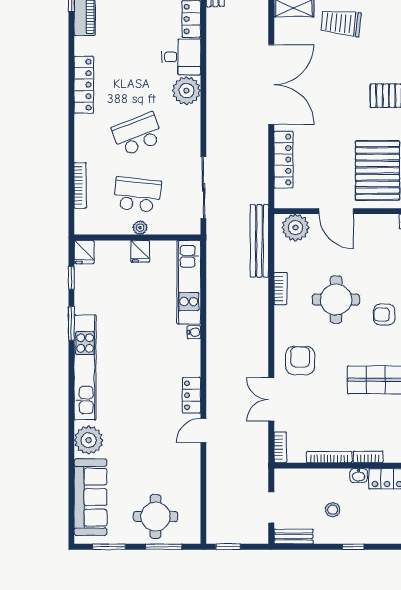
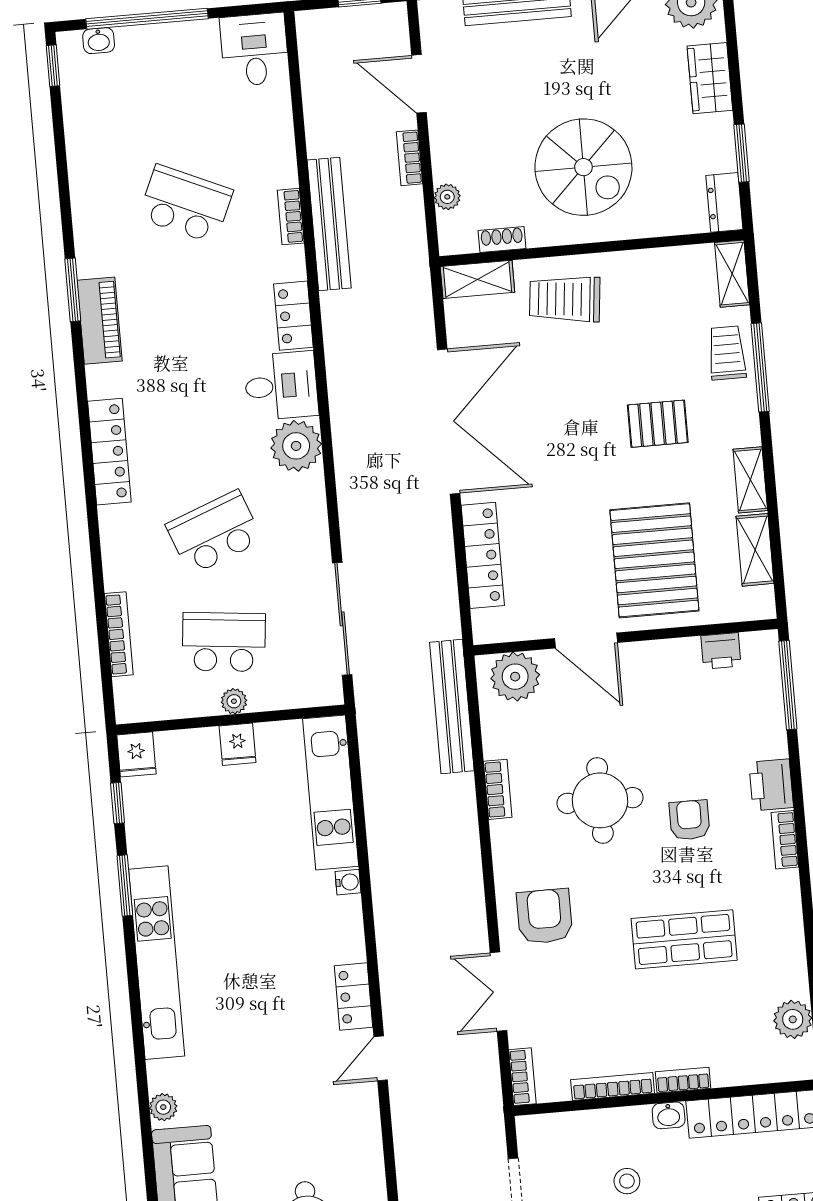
armchair: (384, 315) -> (689, 820), turned 90
plant: (89, 440) -> (163, 1107), width x0.53, depth x0.53

